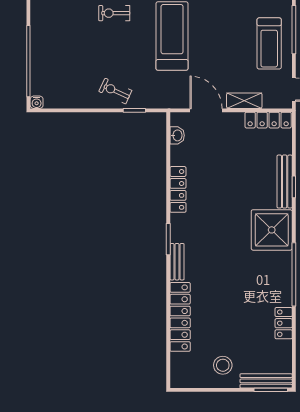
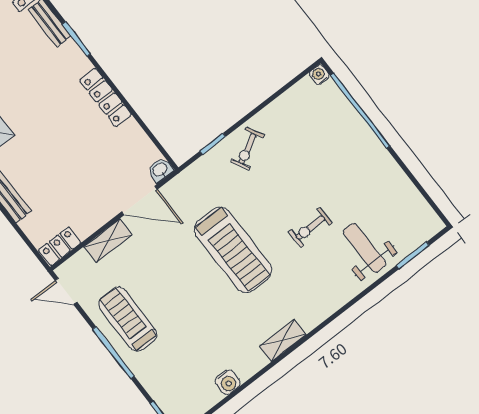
exercise bike: (114, 13) -> (310, 228), turned 180
exercise bike: (115, 91) -> (248, 149), turned 127
locker: (268, 120) -> (60, 246), width x0.66
washbasin: (177, 135) -> (160, 170), moved, turned 90

